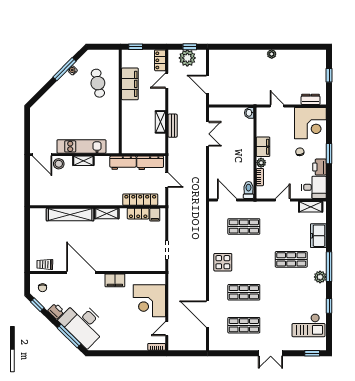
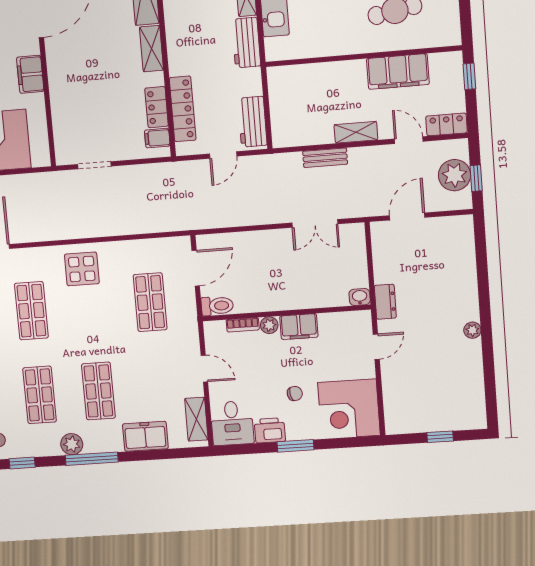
dresser: (311, 99) -> (385, 302), moved
shelving: (160, 122) -> (356, 132), moved
workbench: (123, 163) -> (246, 43), moved
shop shelf: (291, 292) -> (40, 395), added

